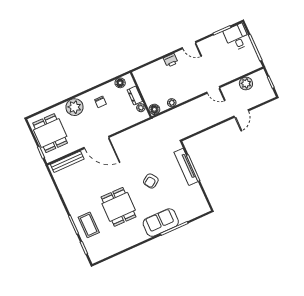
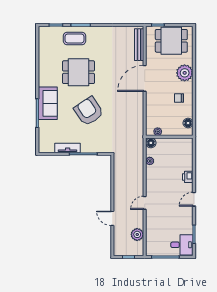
dresser: (135, 96) -> (171, 131), removed
tv unit: (186, 167) -> (68, 148), moved, width x0.71
armchair: (151, 181) -> (89, 111), width x1.88, depth x1.88

